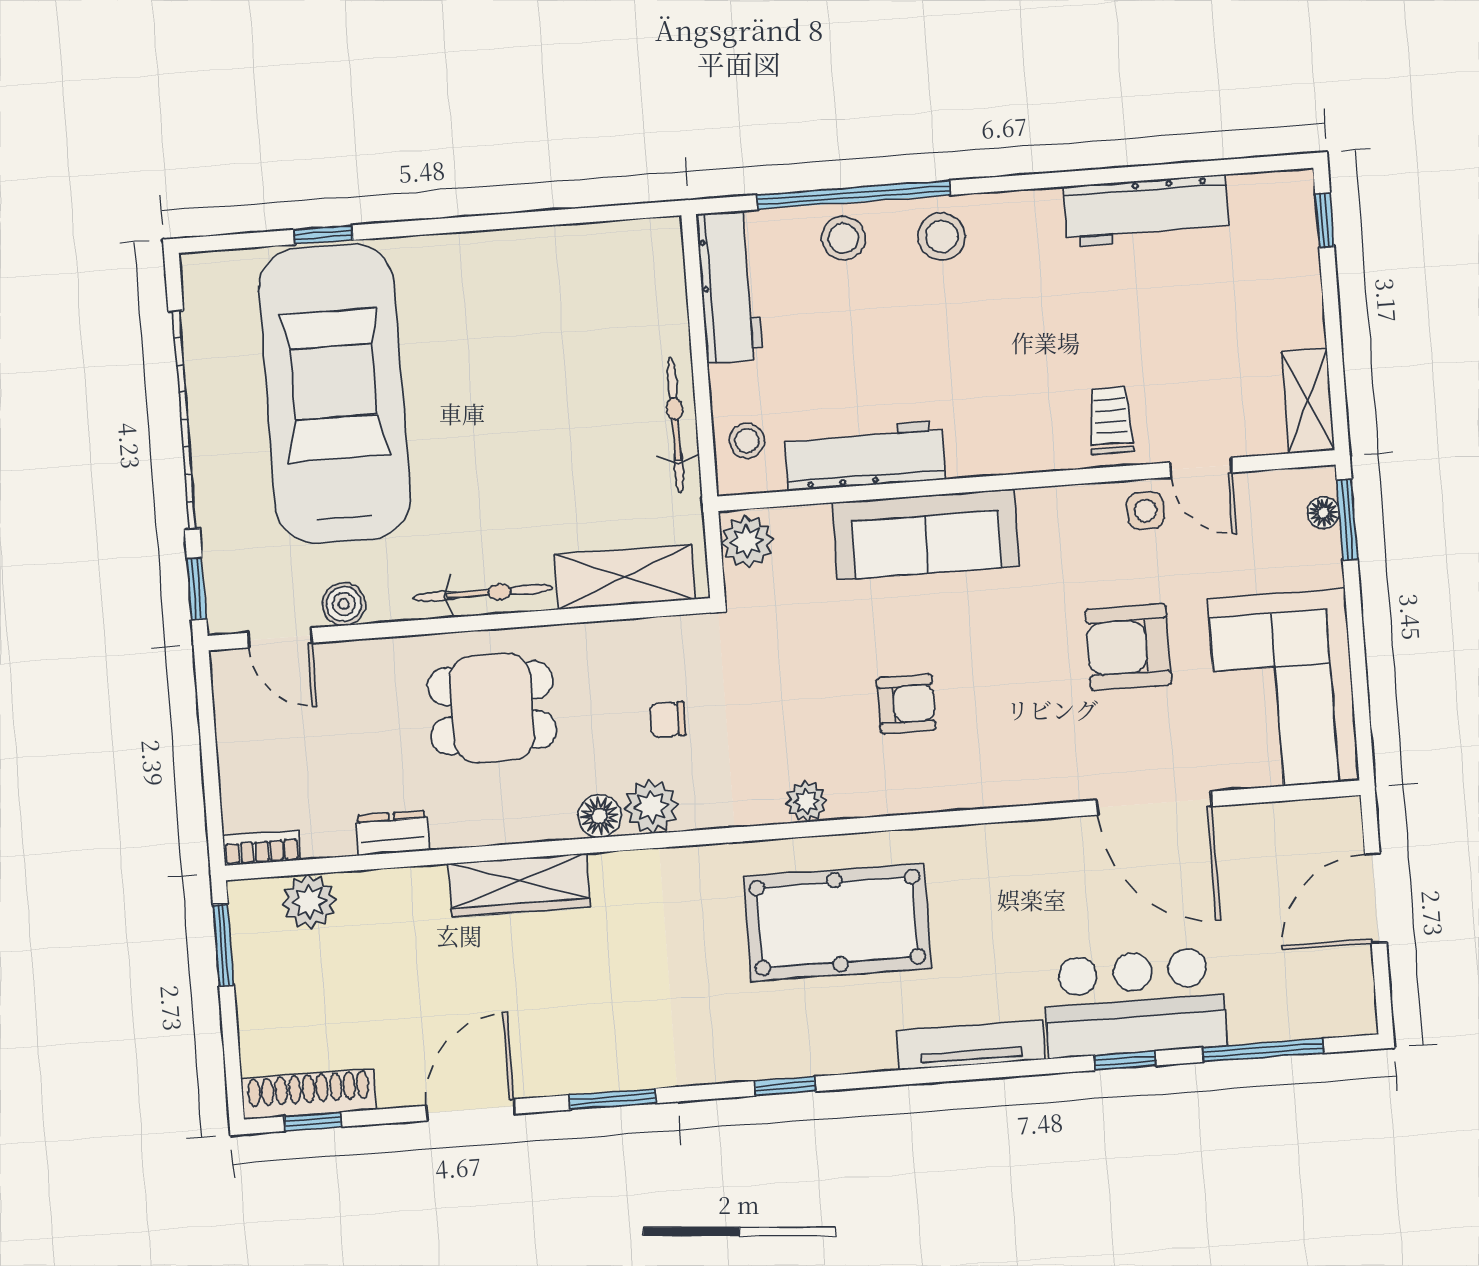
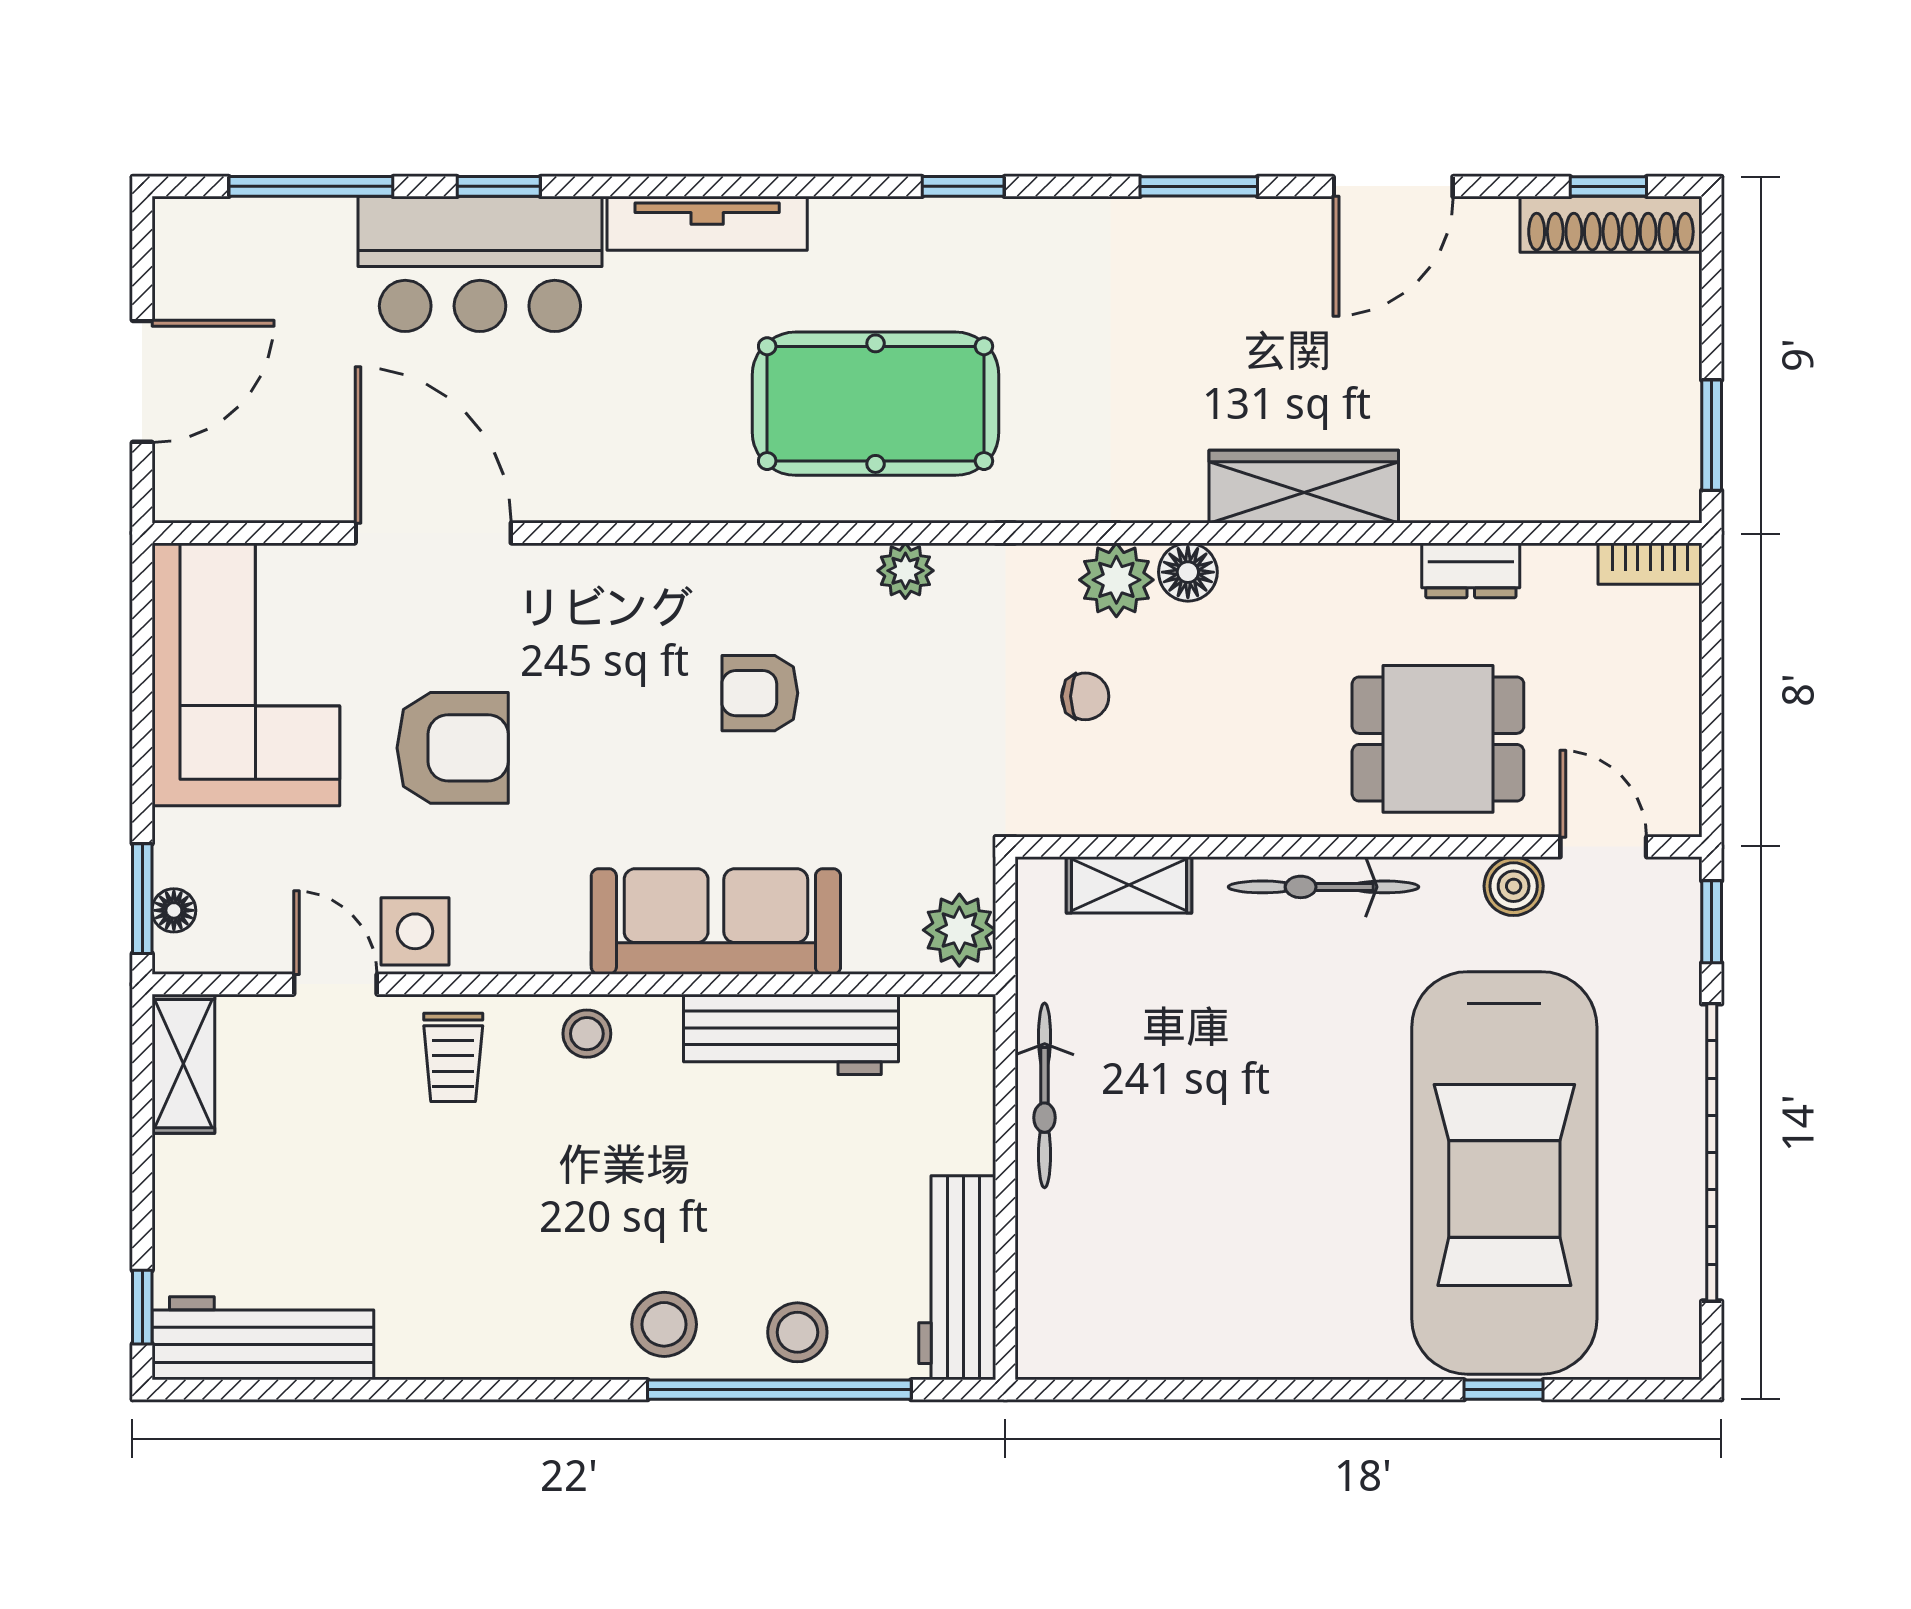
workbench: (1146, 211) -> (263, 1338), moved
stool: (747, 441) -> (587, 1034), moved
side table: (1146, 511) -> (415, 931), width x1.37, depth x1.37
shelving: (625, 577) -> (1129, 885), width x0.67, depth x0.75
dining table: (492, 708) -> (1438, 739), moved
plant: (309, 902) -> (1591, 486), removed

